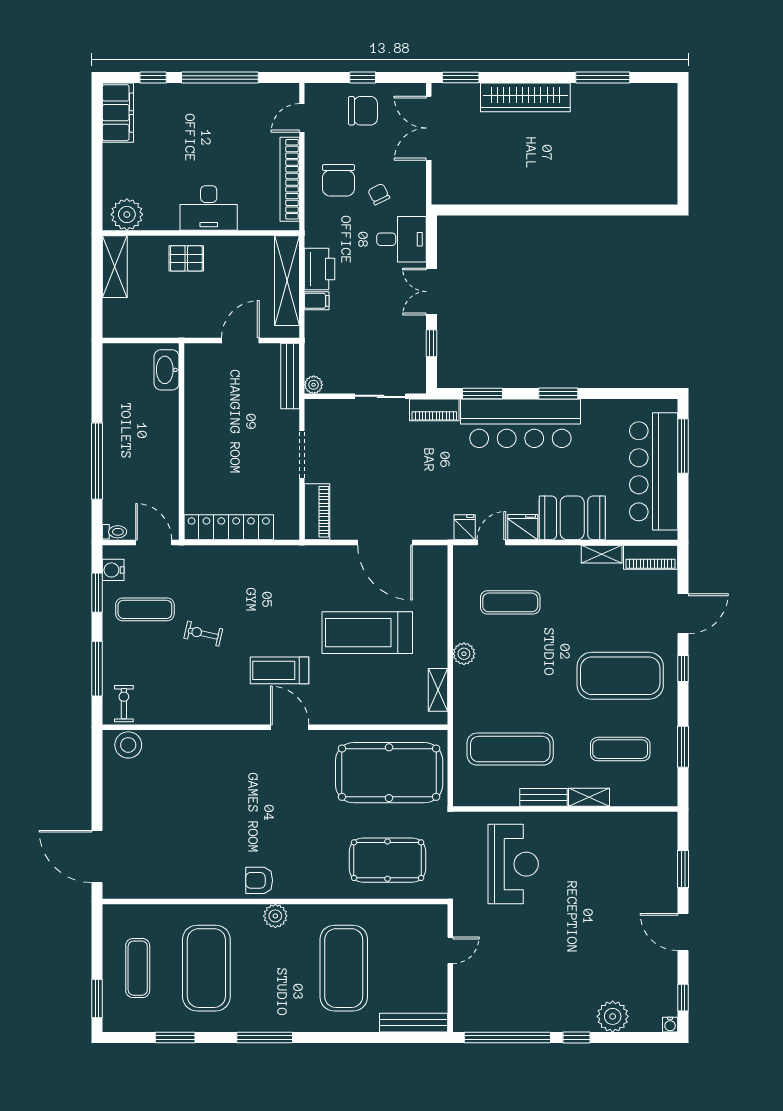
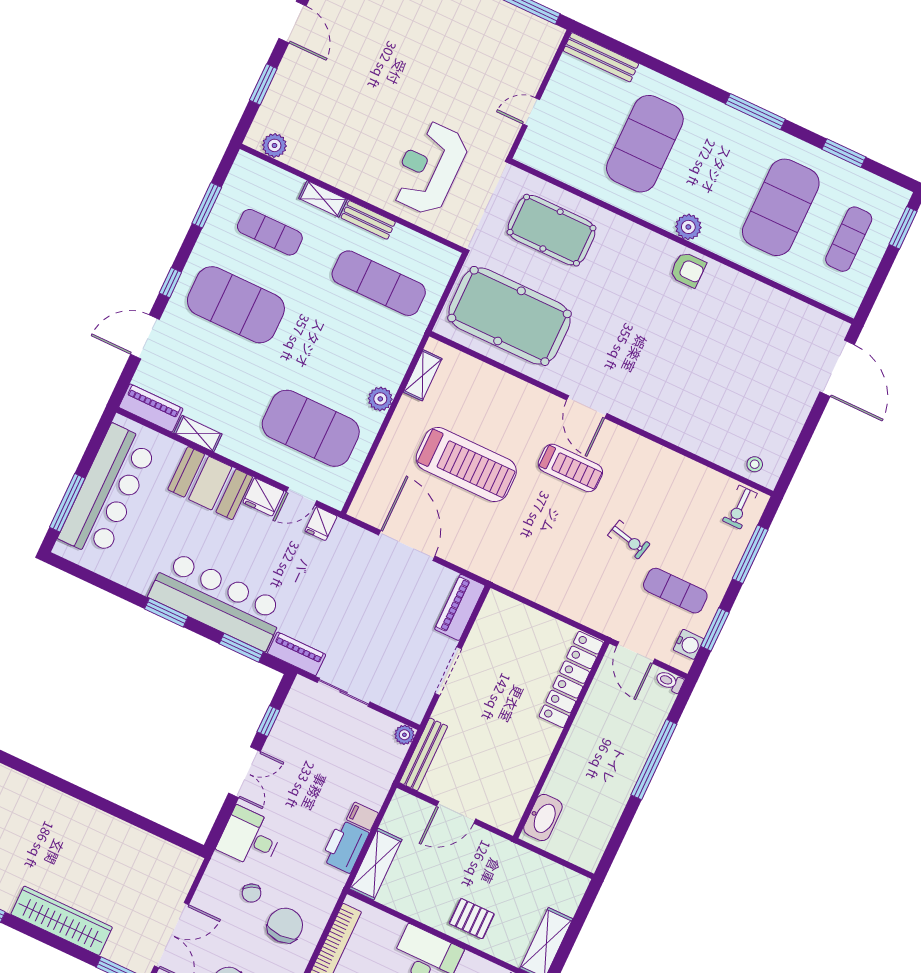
shelving: (287, 281) -> (376, 864), width x0.68
locker: (229, 527) -> (571, 679), moved, turned 90
exercise mat: (510, 602) -> (311, 428), width x2.00, depth x1.45
stool: (128, 745) -> (755, 464), width x0.53, depth x0.53
plant: (650, 823) -> (274, 145), added

